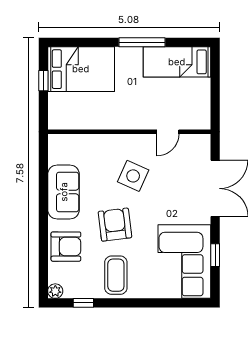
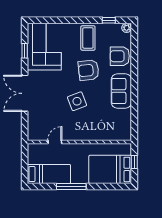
wall: (129, 132) -> (79, 142), moved
door: (168, 132) -> (55, 142), moved
side table: (133, 176) -> (77, 101), turned 45
armchair: (115, 225) -> (89, 70), turned 91

